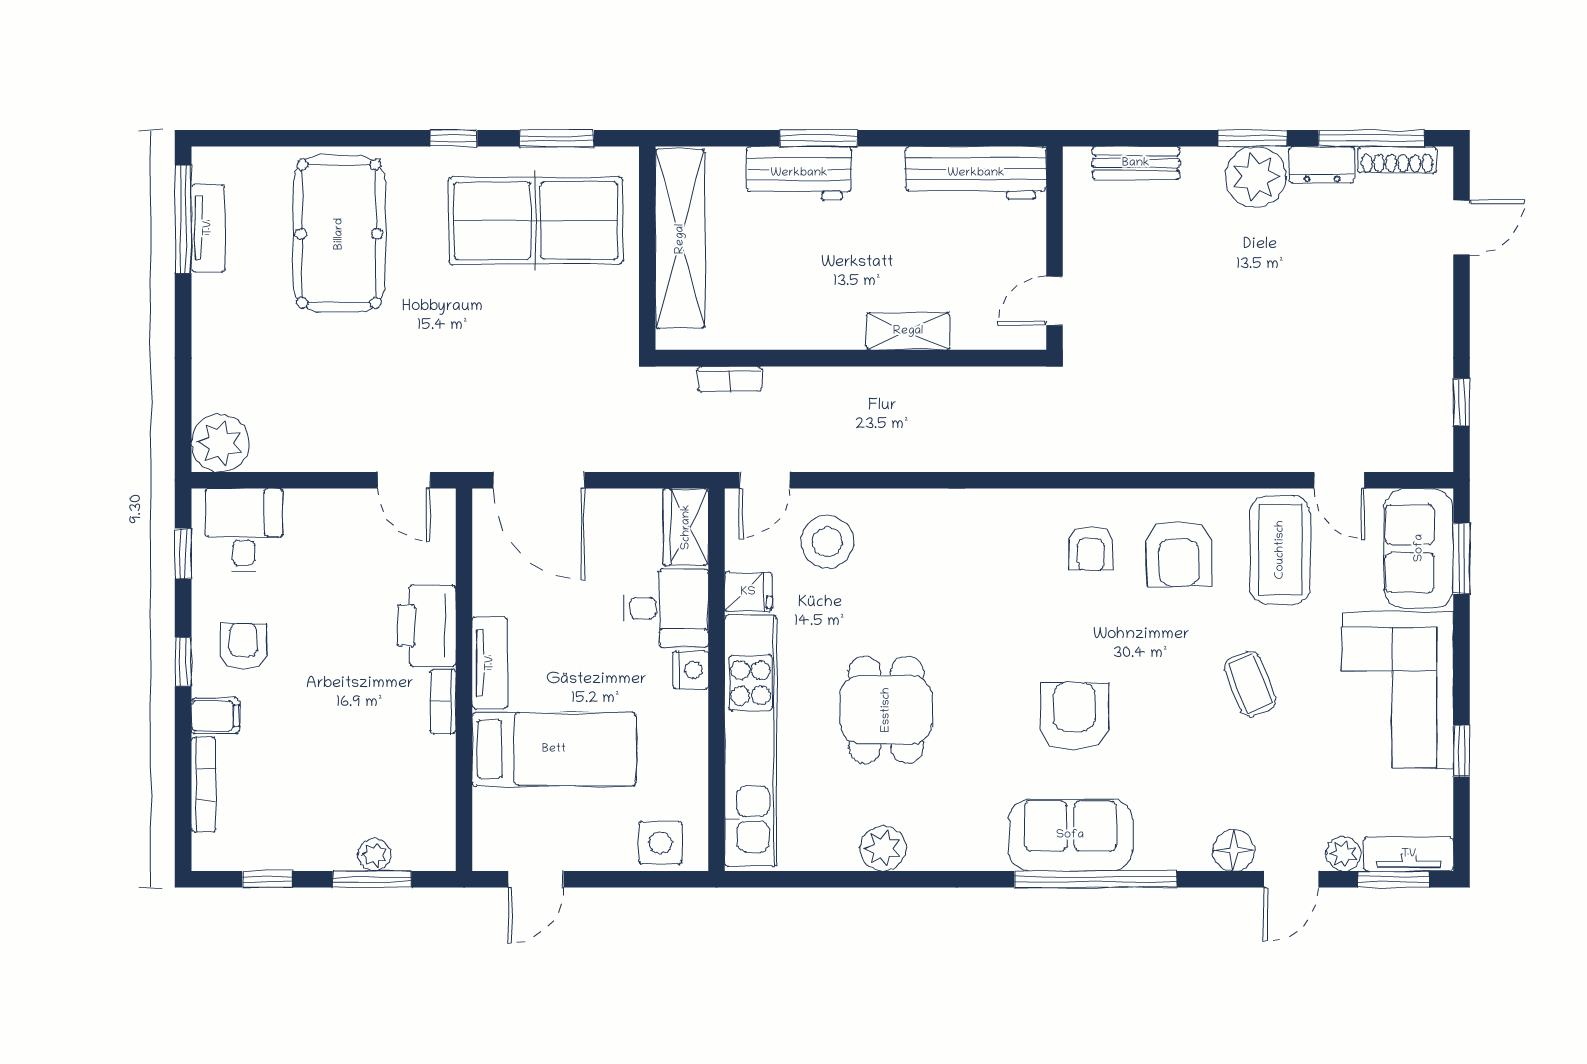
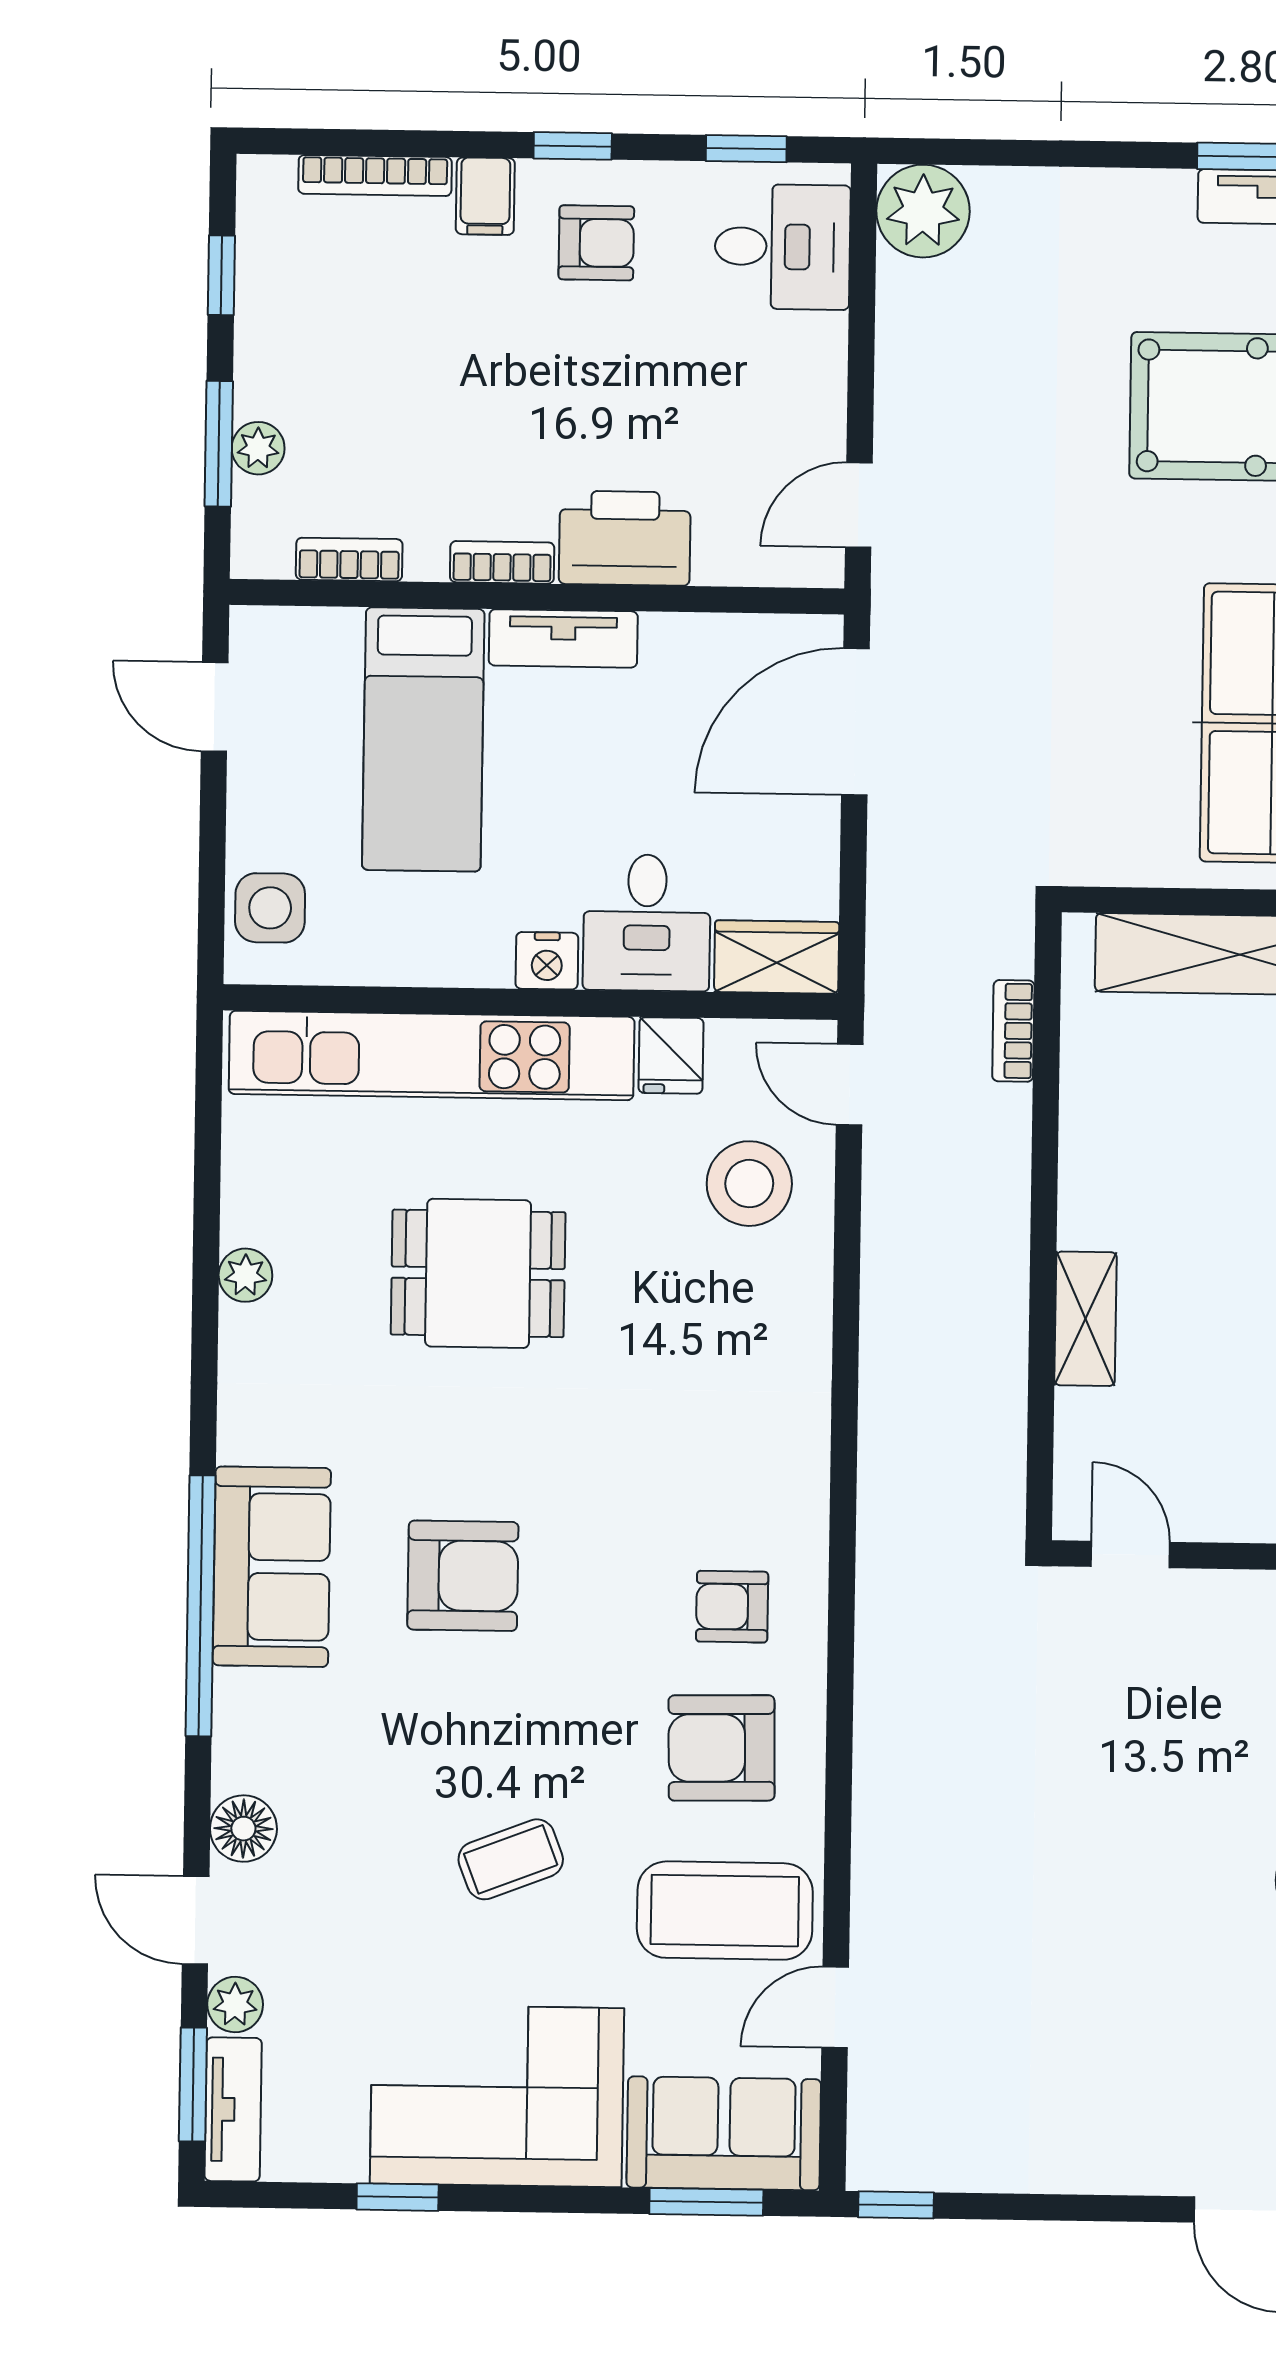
window: (1462, 402) -> (896, 2205), moved
bookcase: (443, 797) -> (349, 559), added
plant: (883, 848) -> (245, 1275), width x0.73, depth x0.73

